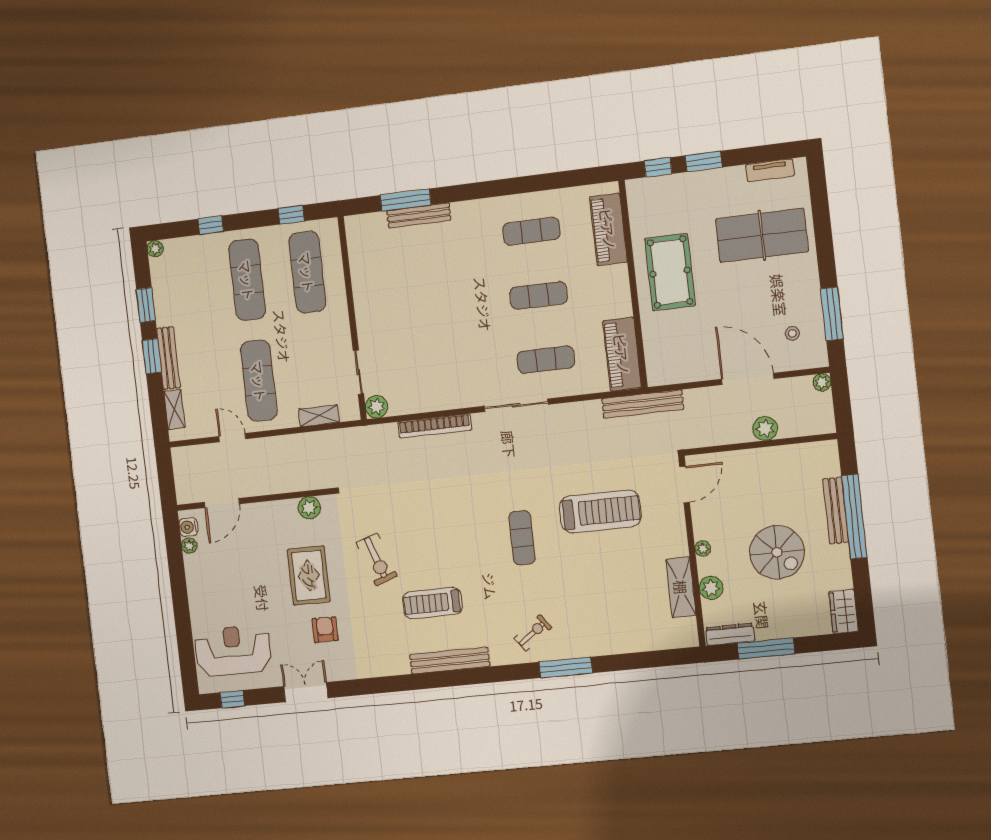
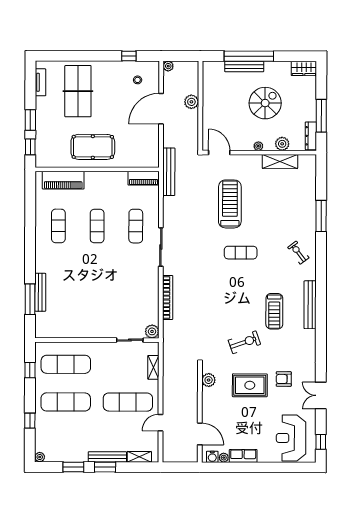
window: (832, 314) -> (129, 56), width x0.46
piano: (622, 354) -> (144, 178), width x0.73, depth x0.75
row of seats: (196, 577) -> (243, 456), added
window: (566, 667) -> (321, 216), moved

